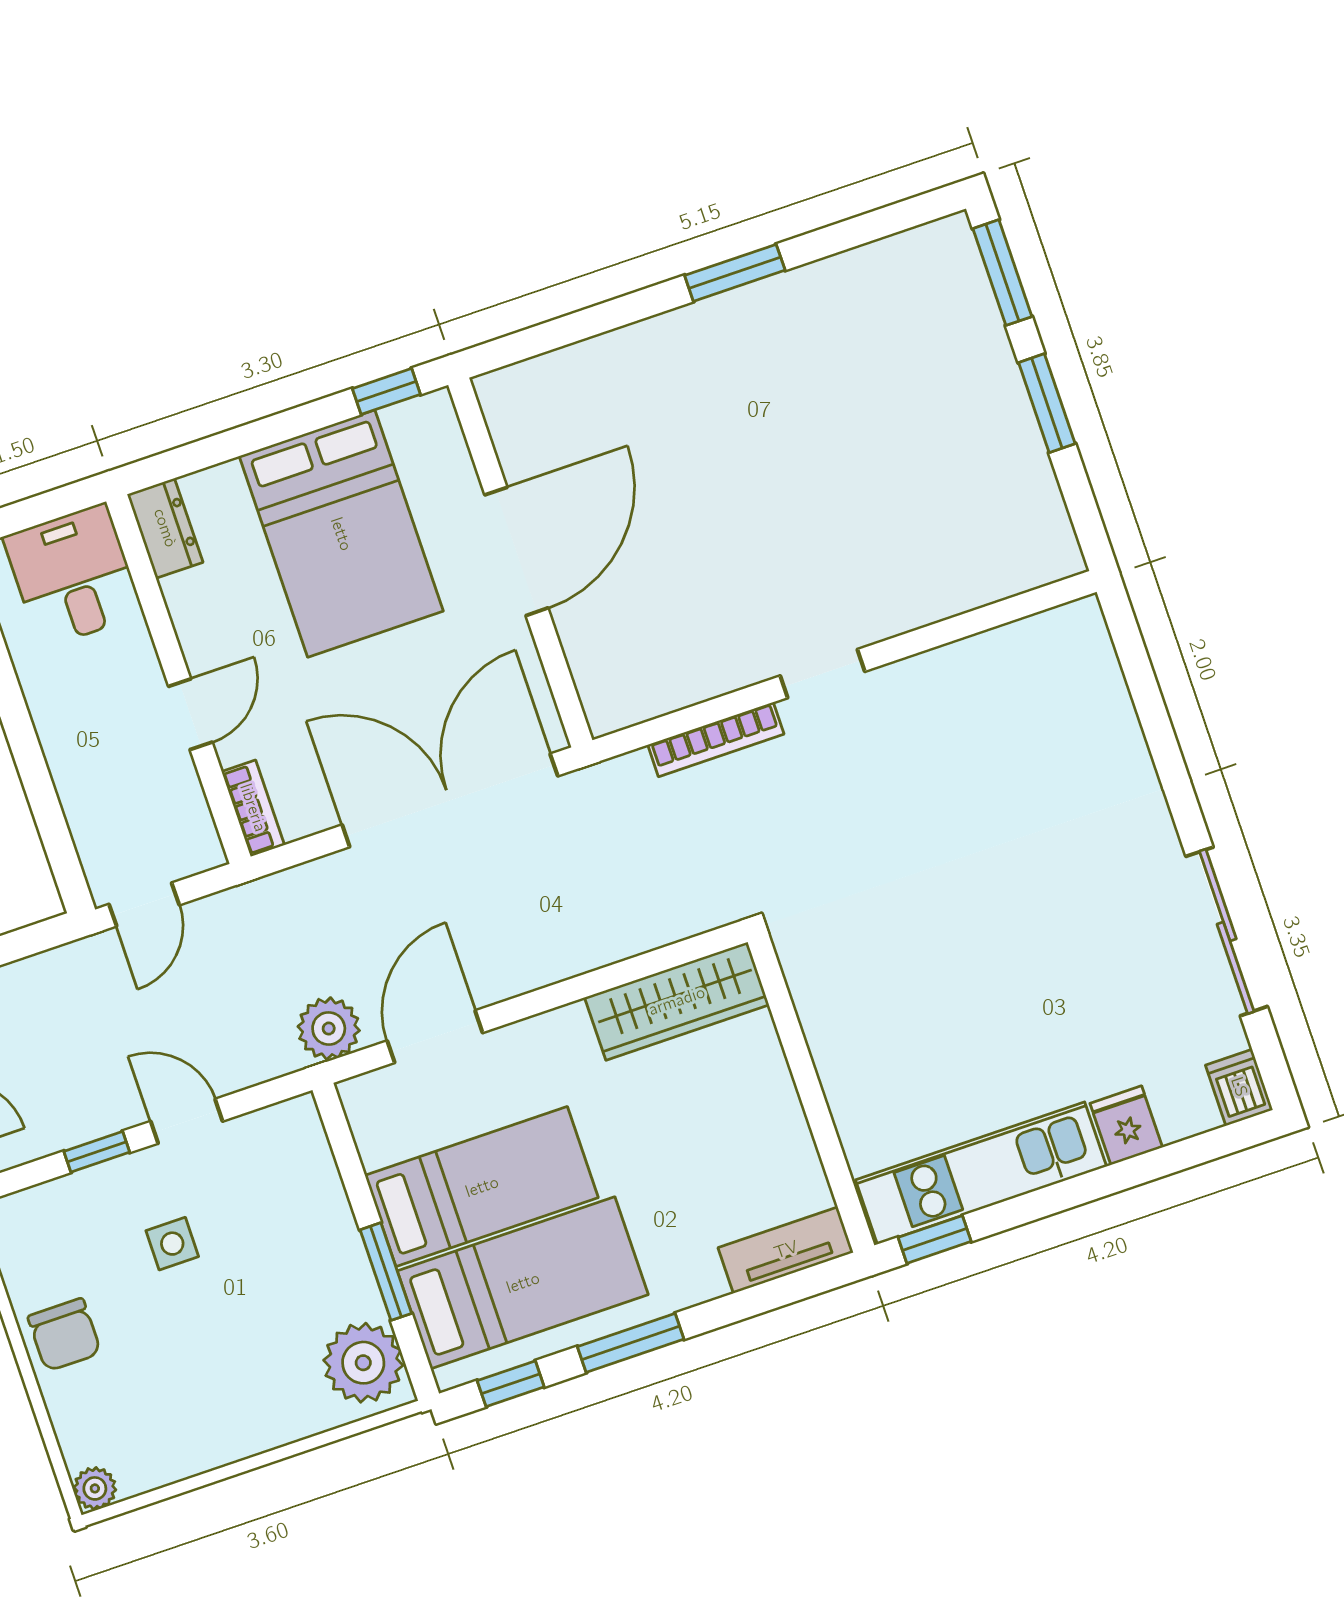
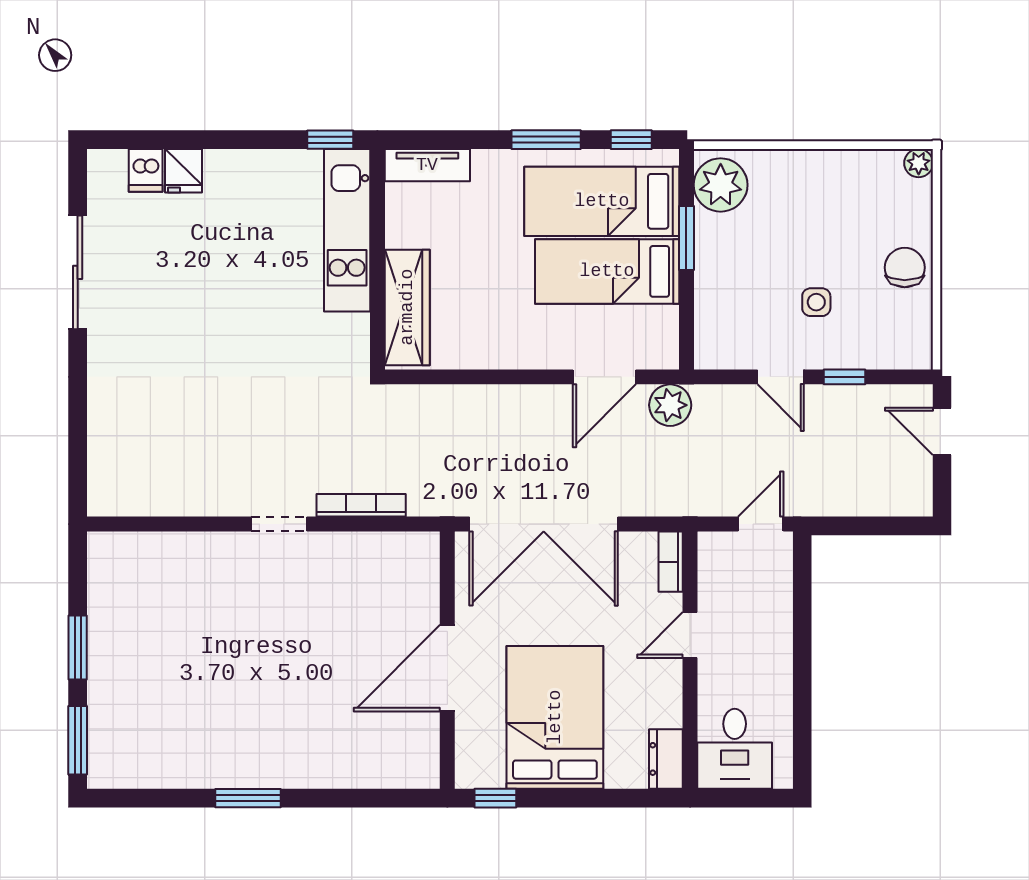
wardrobe: (677, 1001) -> (407, 307), moved, turned 90
dishwasher: (1239, 1087) -> (146, 170), moved
kitchen unit: (981, 1173) -> (347, 230), moved, turned 90

